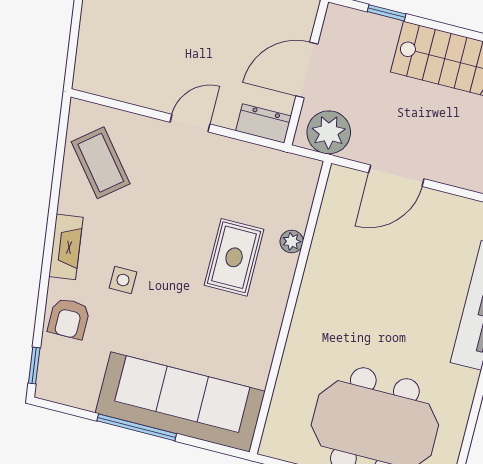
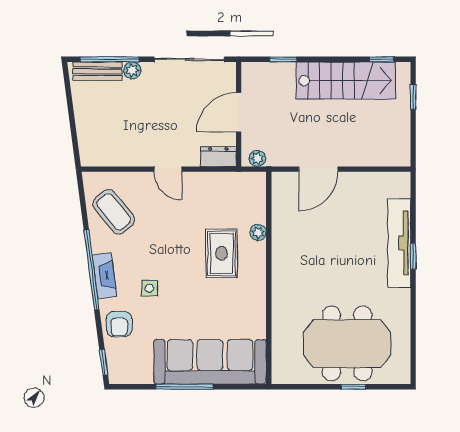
door: (190, 123) -> (168, 169), swing flipped
plant: (329, 132) -> (257, 158), width x0.53, depth x0.53
window: (50, 235) -> (92, 270), added

